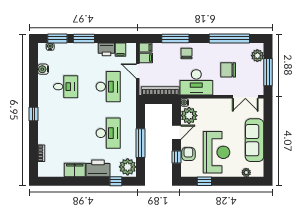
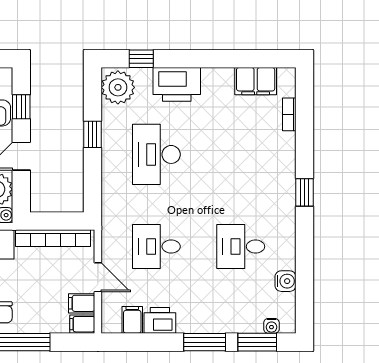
desk: (108, 87) -> (156, 246), width x0.73
window: (140, 143) -> (93, 134), width x0.46
filing cabinet: (75, 170) -> (256, 81), moved

